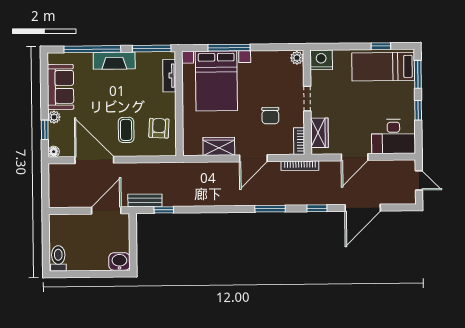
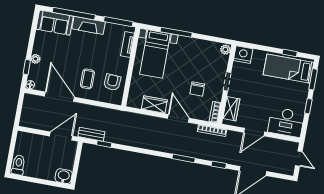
bed with nightstands: (216, 81) -> (155, 54), width x0.73
sofa: (60, 87) -> (55, 23), moved, turned 90
door: (253, 158) -> (178, 118), swing flipped

